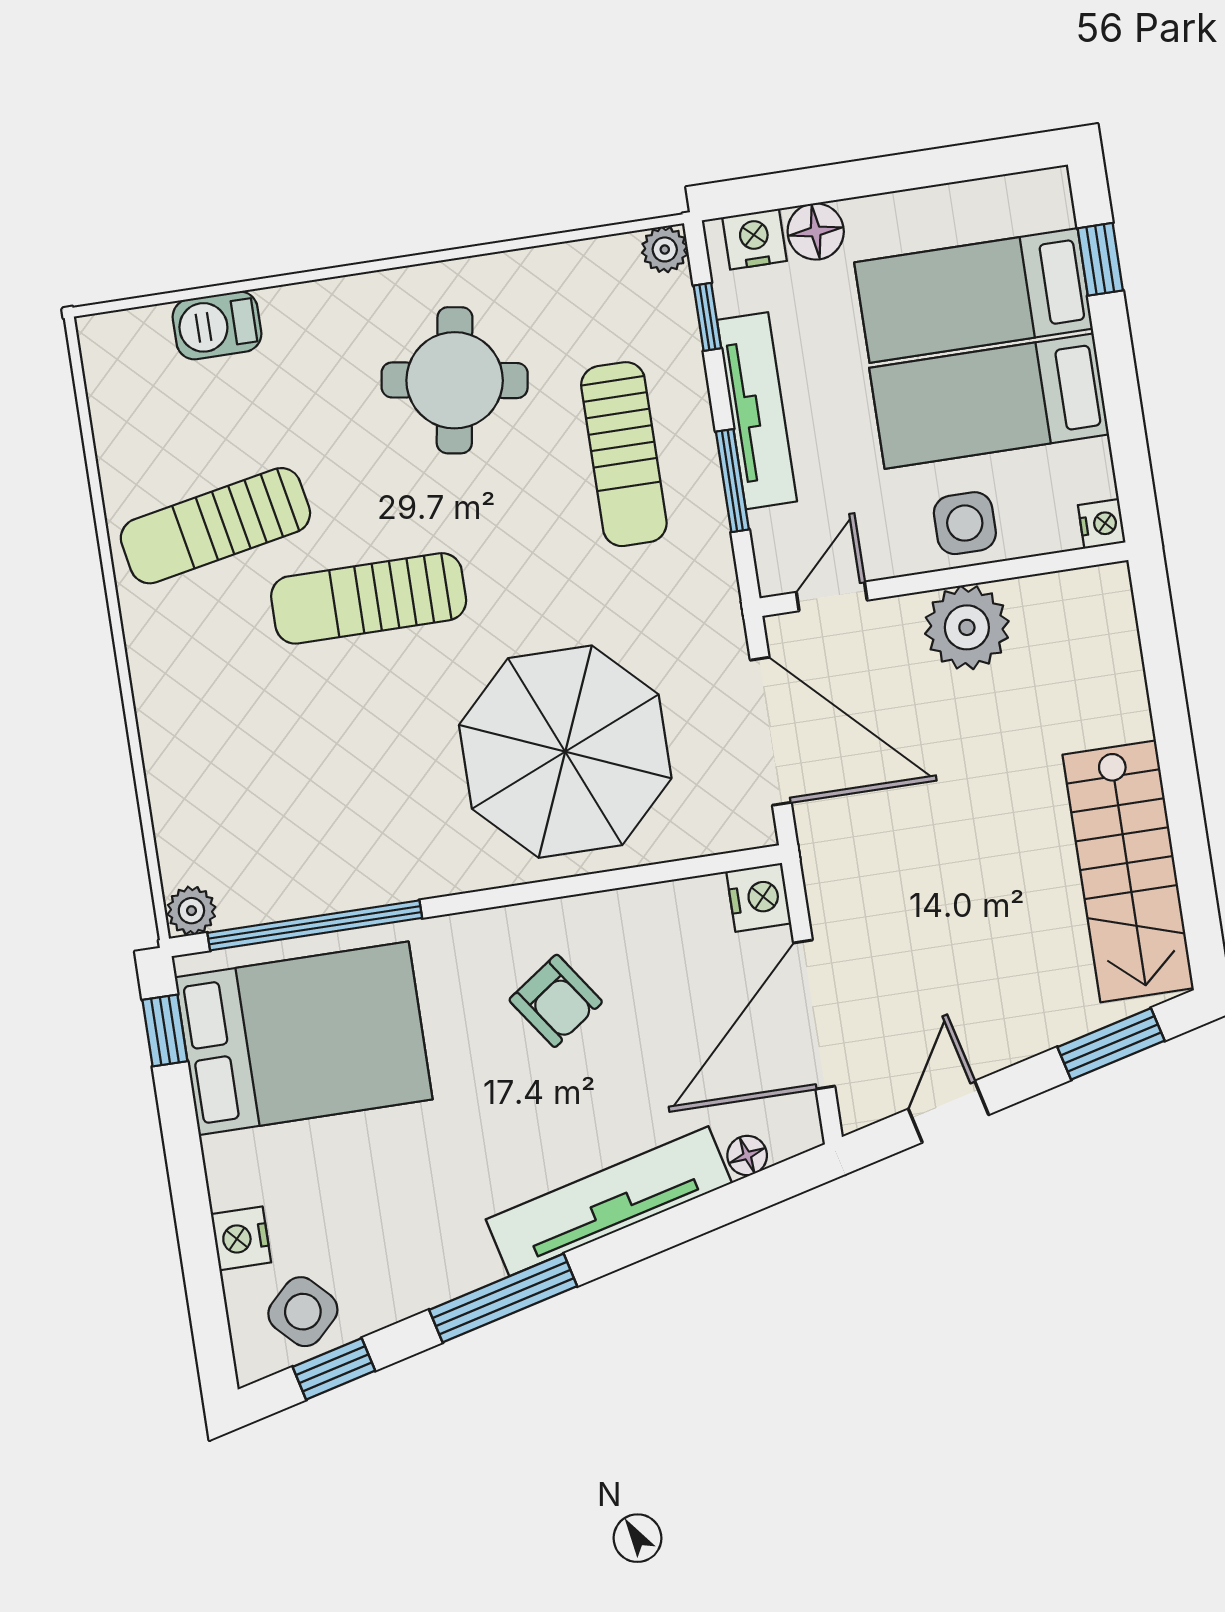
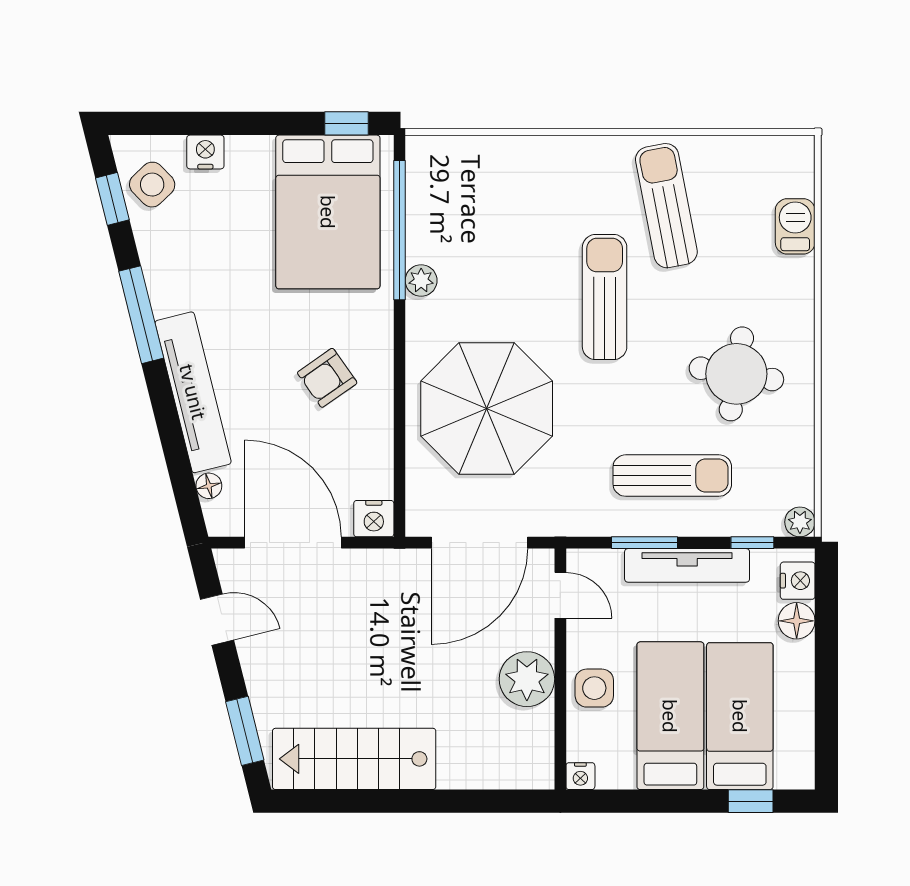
sun lounger: (624, 454) -> (672, 476), turned 180
plant: (191, 911) -> (421, 280), moved

